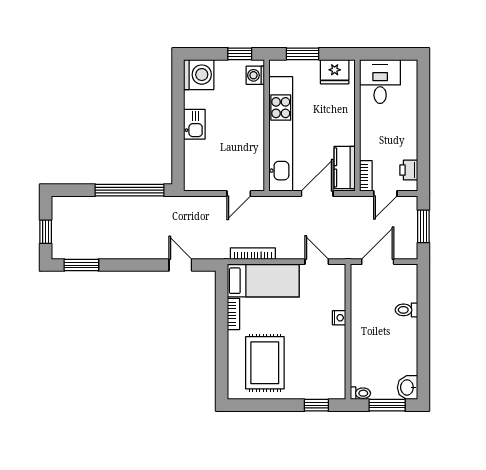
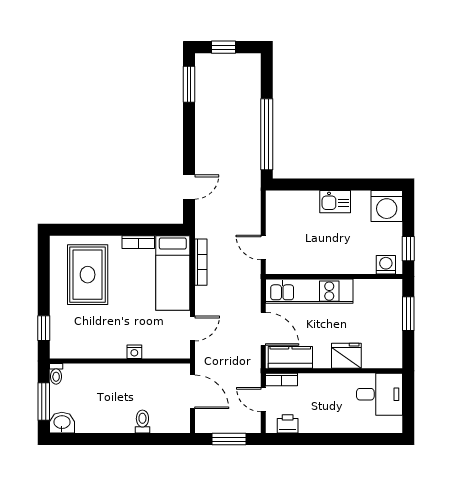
fridge: (335, 72) -> (346, 356), moved, turned 90
kitchen unit: (281, 134) -> (309, 291), width x0.73
rug: (265, 363) -> (88, 275), turned 90

